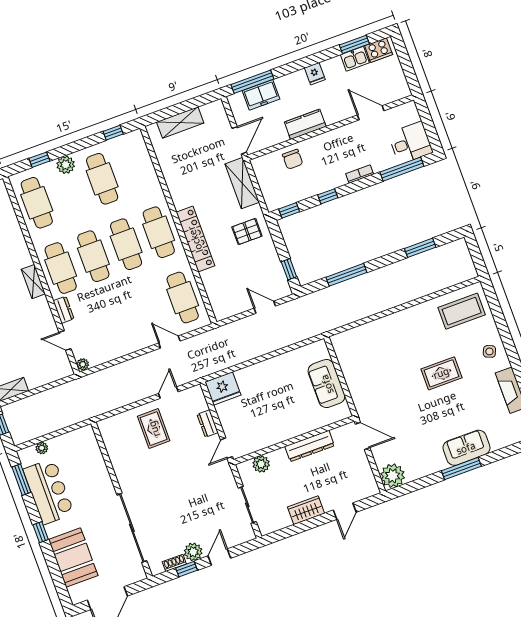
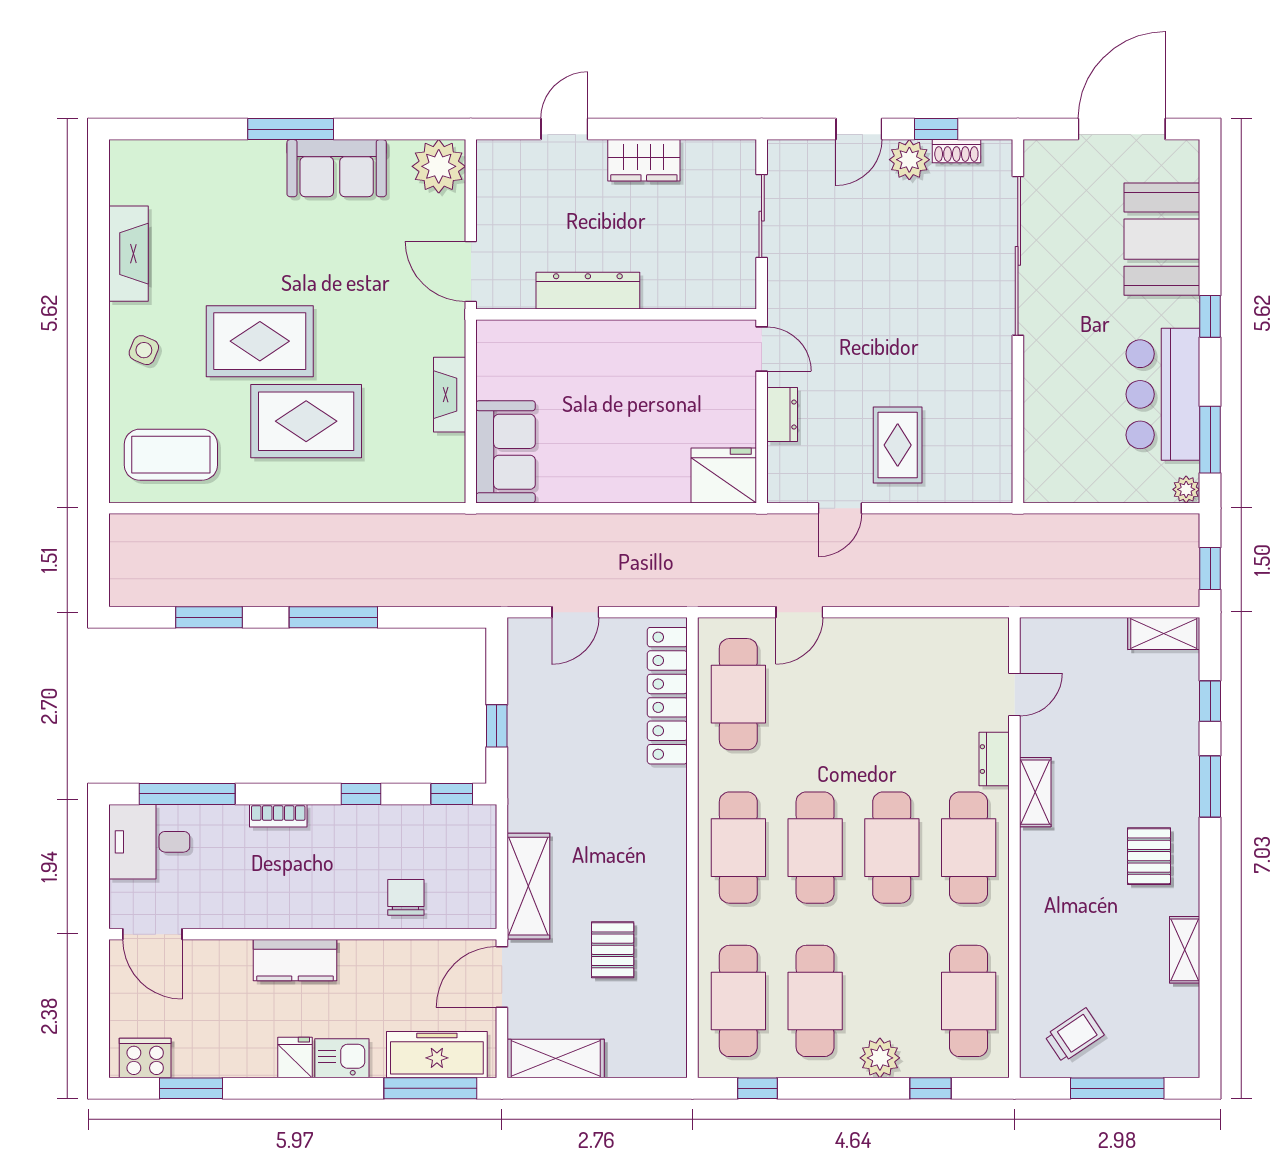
kitchen sink: (355, 59) -> (342, 1058), moved
freezer: (261, 95) -> (437, 1055), width x1.40
door: (371, 113) -> (152, 934), moved
shelving: (180, 123) -> (556, 1058), moved
kitchen counter: (305, 124) -> (295, 960), moved
cafe table: (135, 167) -> (738, 1001), added
pallet: (247, 232) -> (613, 950), moved, turned 90
locker: (195, 239) -> (667, 696), moved
window: (289, 269) -> (497, 726), moved
window: (346, 275) -> (333, 617), moved
shelving: (33, 282) -> (1035, 792), moved
door: (265, 307) -> (575, 612), hinge flipped
door: (65, 340) -> (1014, 695), hinge flipped
door: (169, 342) -> (799, 612), hinge flipped
rug: (409, 346) -> (306, 421), added
plant: (83, 364) -> (996, 632), removed
rug: (441, 373) -> (260, 341), width x1.36, depth x1.43
fireplace: (352, 380) -> (450, 395), added
sofa: (327, 384) -> (506, 452), moved
plant: (42, 448) -> (1186, 489), moved
door: (226, 448) -> (762, 349), hinge flipped
sofa: (466, 448) -> (337, 168), moved
plant: (261, 464) -> (702, 290), removed

